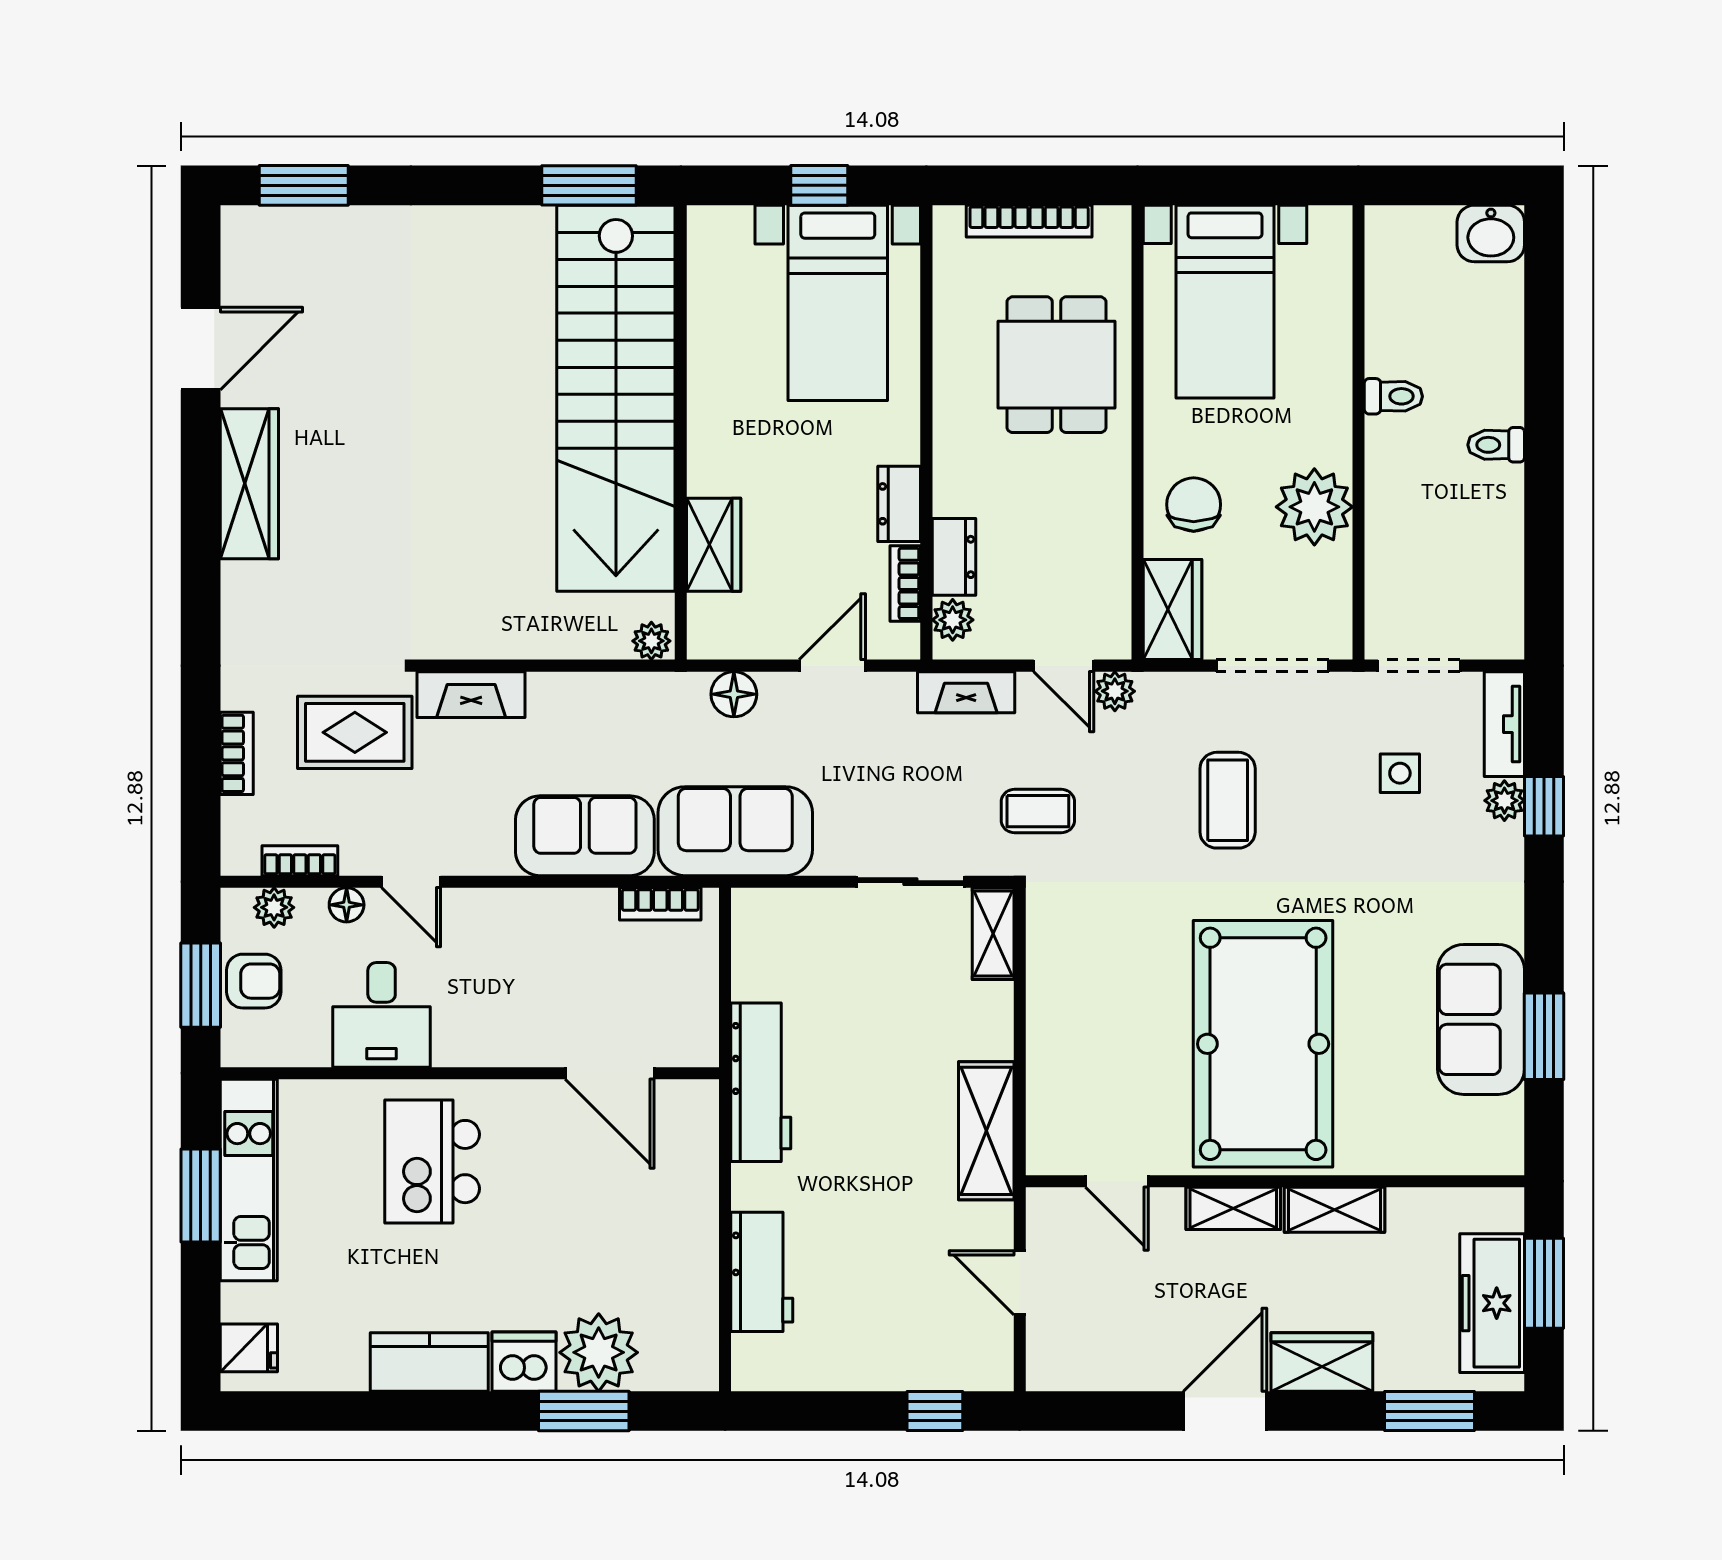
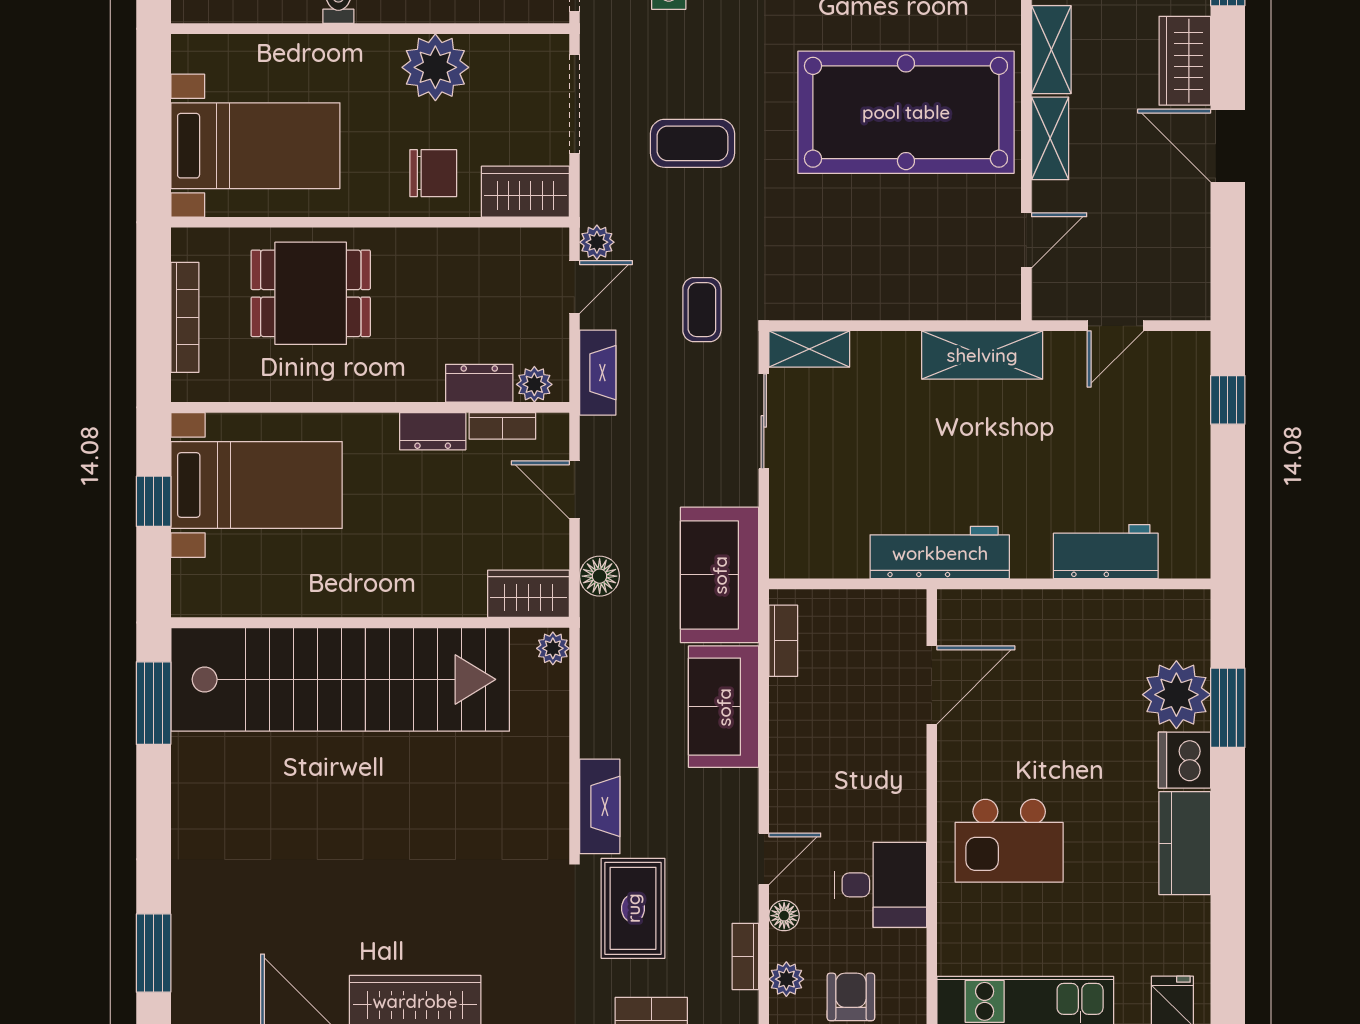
chair: (1194, 505) -> (433, 173), turned 180
wardrobe: (714, 545) -> (528, 594), moved

